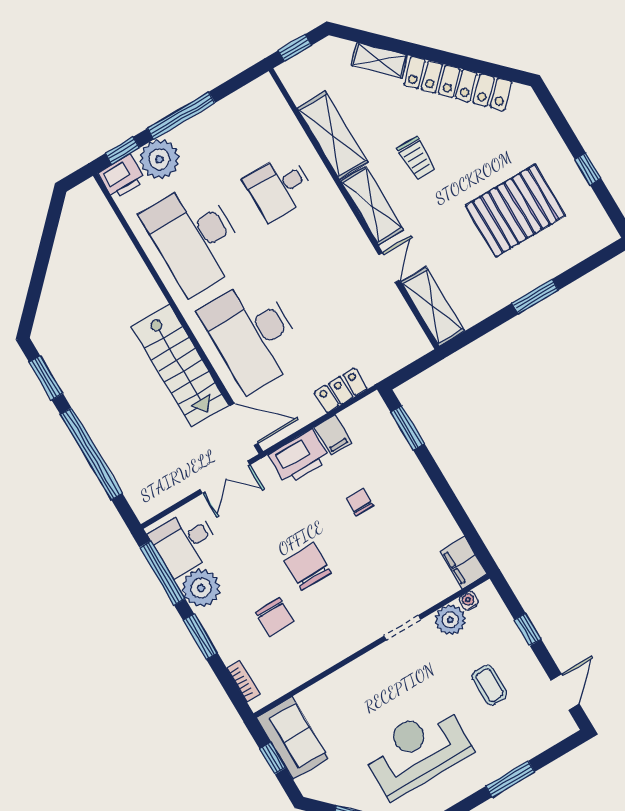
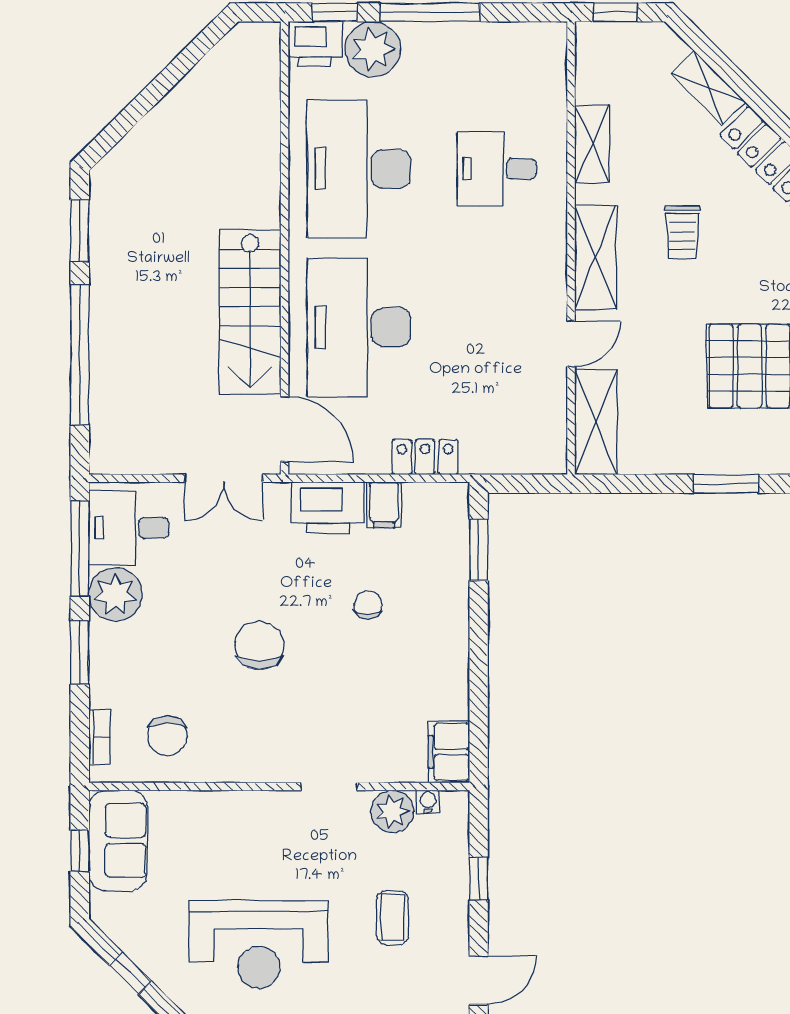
shelving: (332, 135) -> (592, 144), width x0.67, depth x0.75
chair: (275, 617) -> (167, 736), moved
reception desk: (417, 751) -> (259, 945), turned 180

